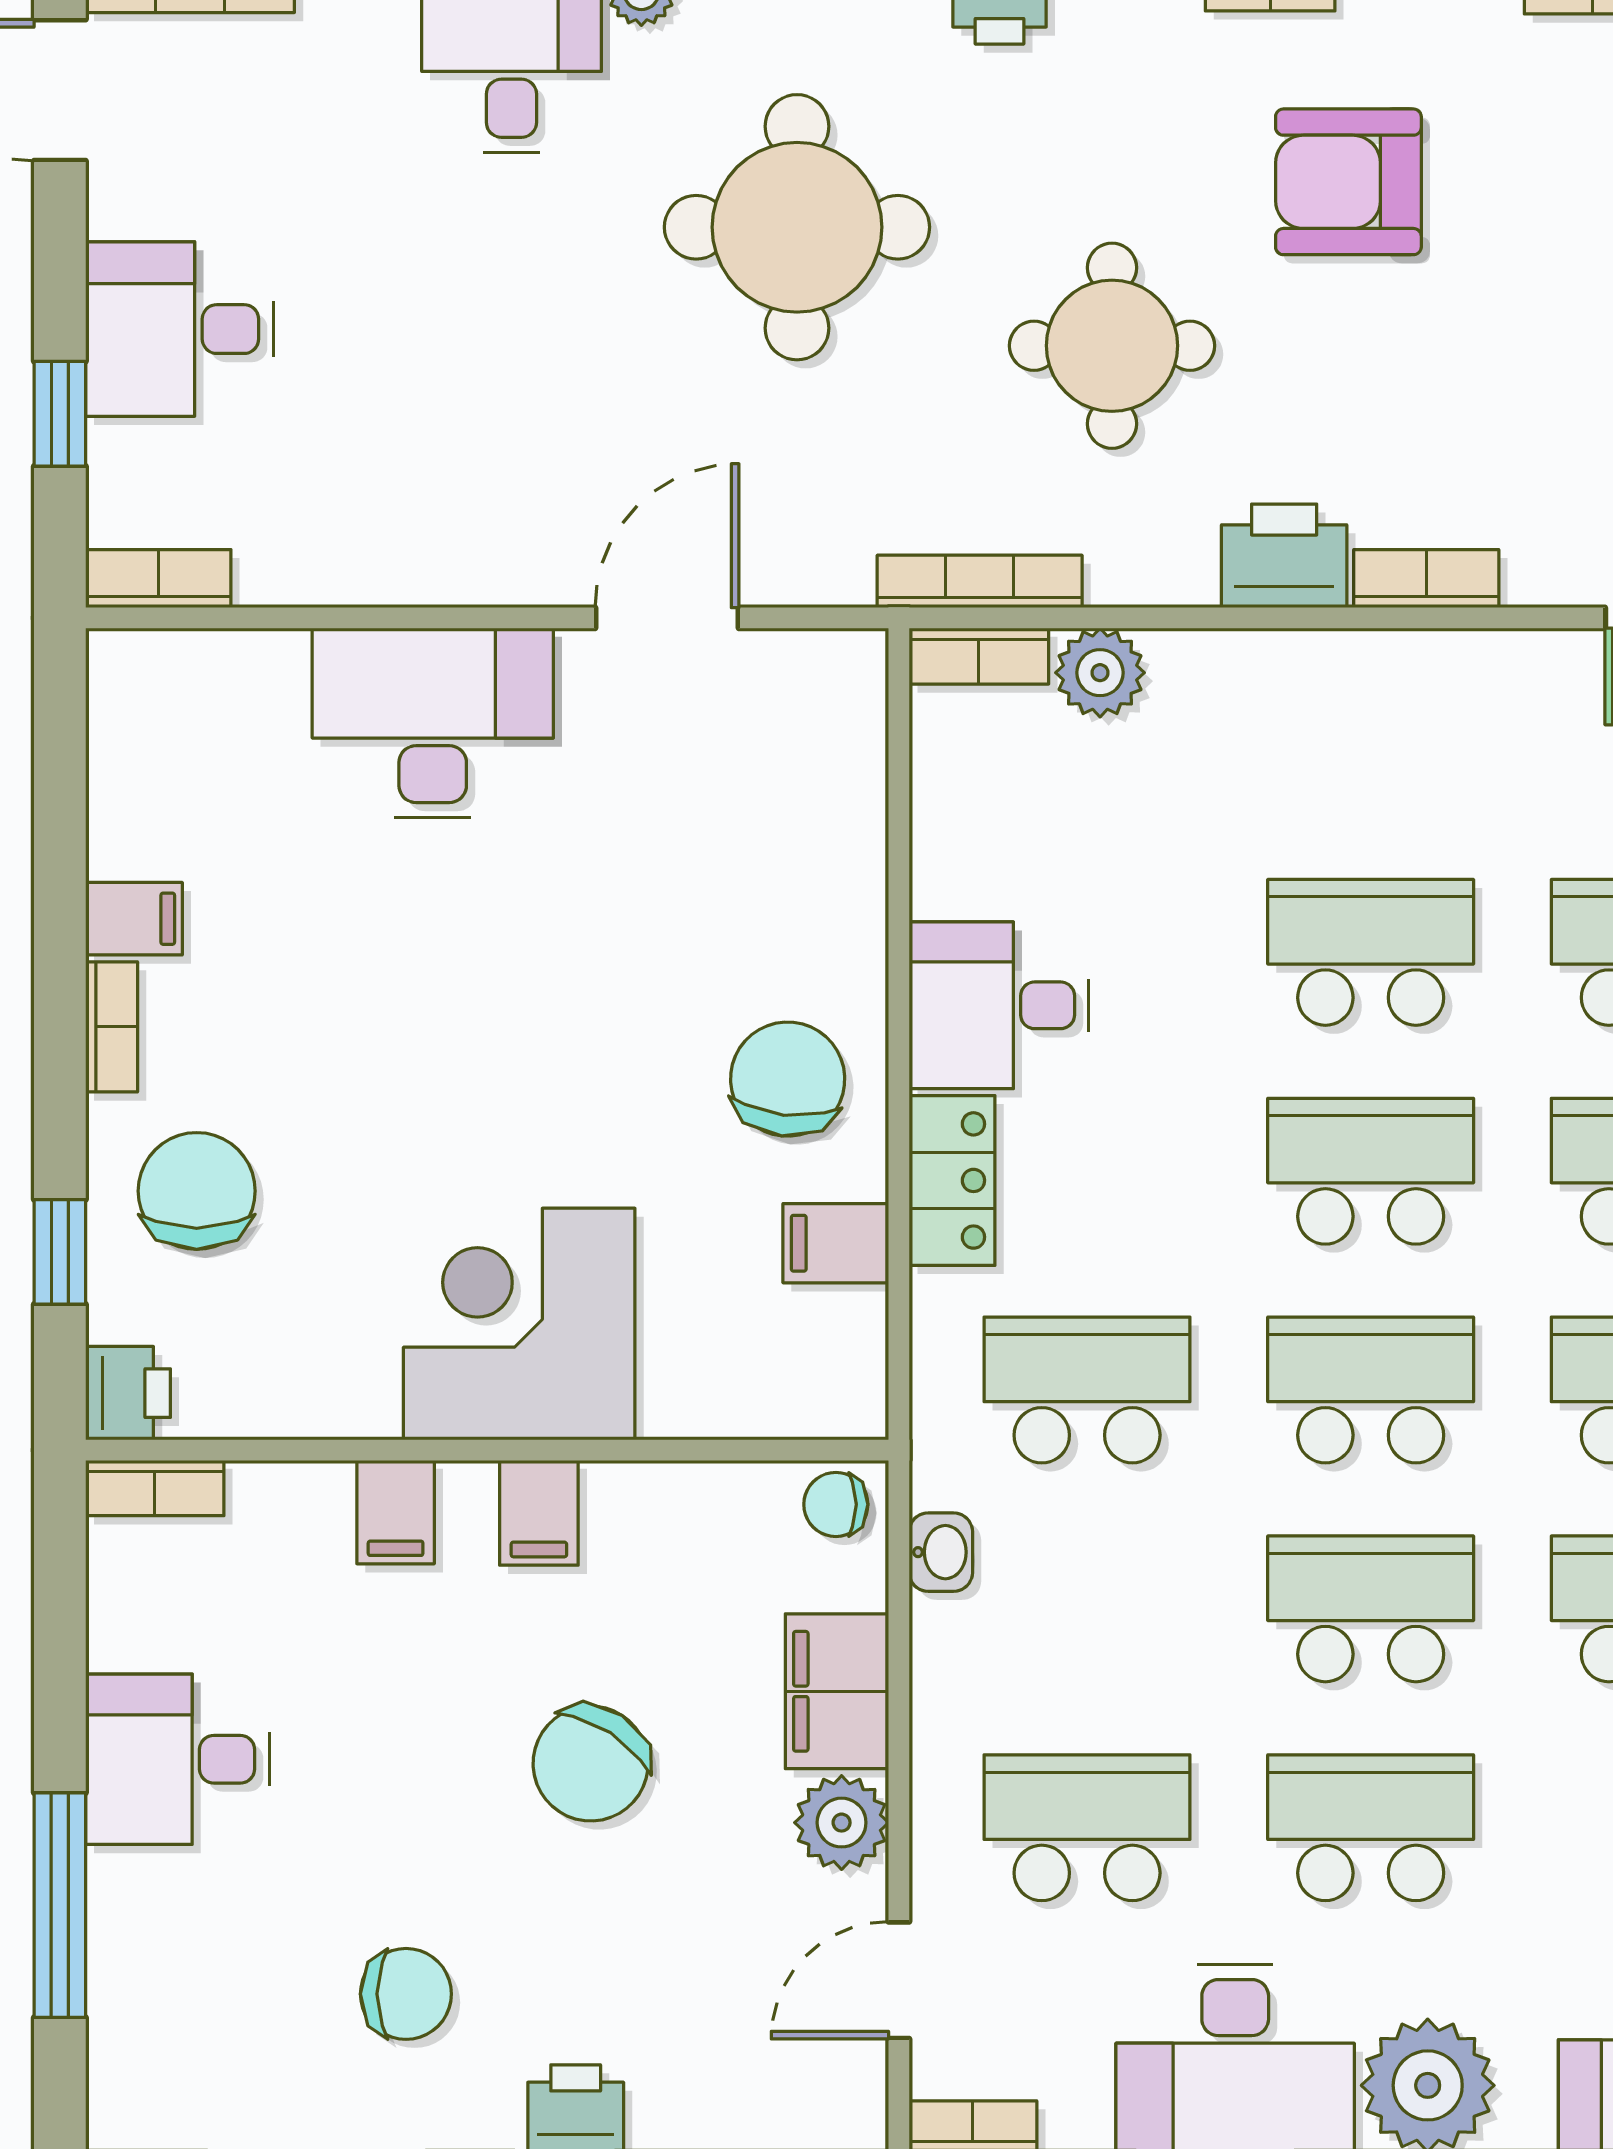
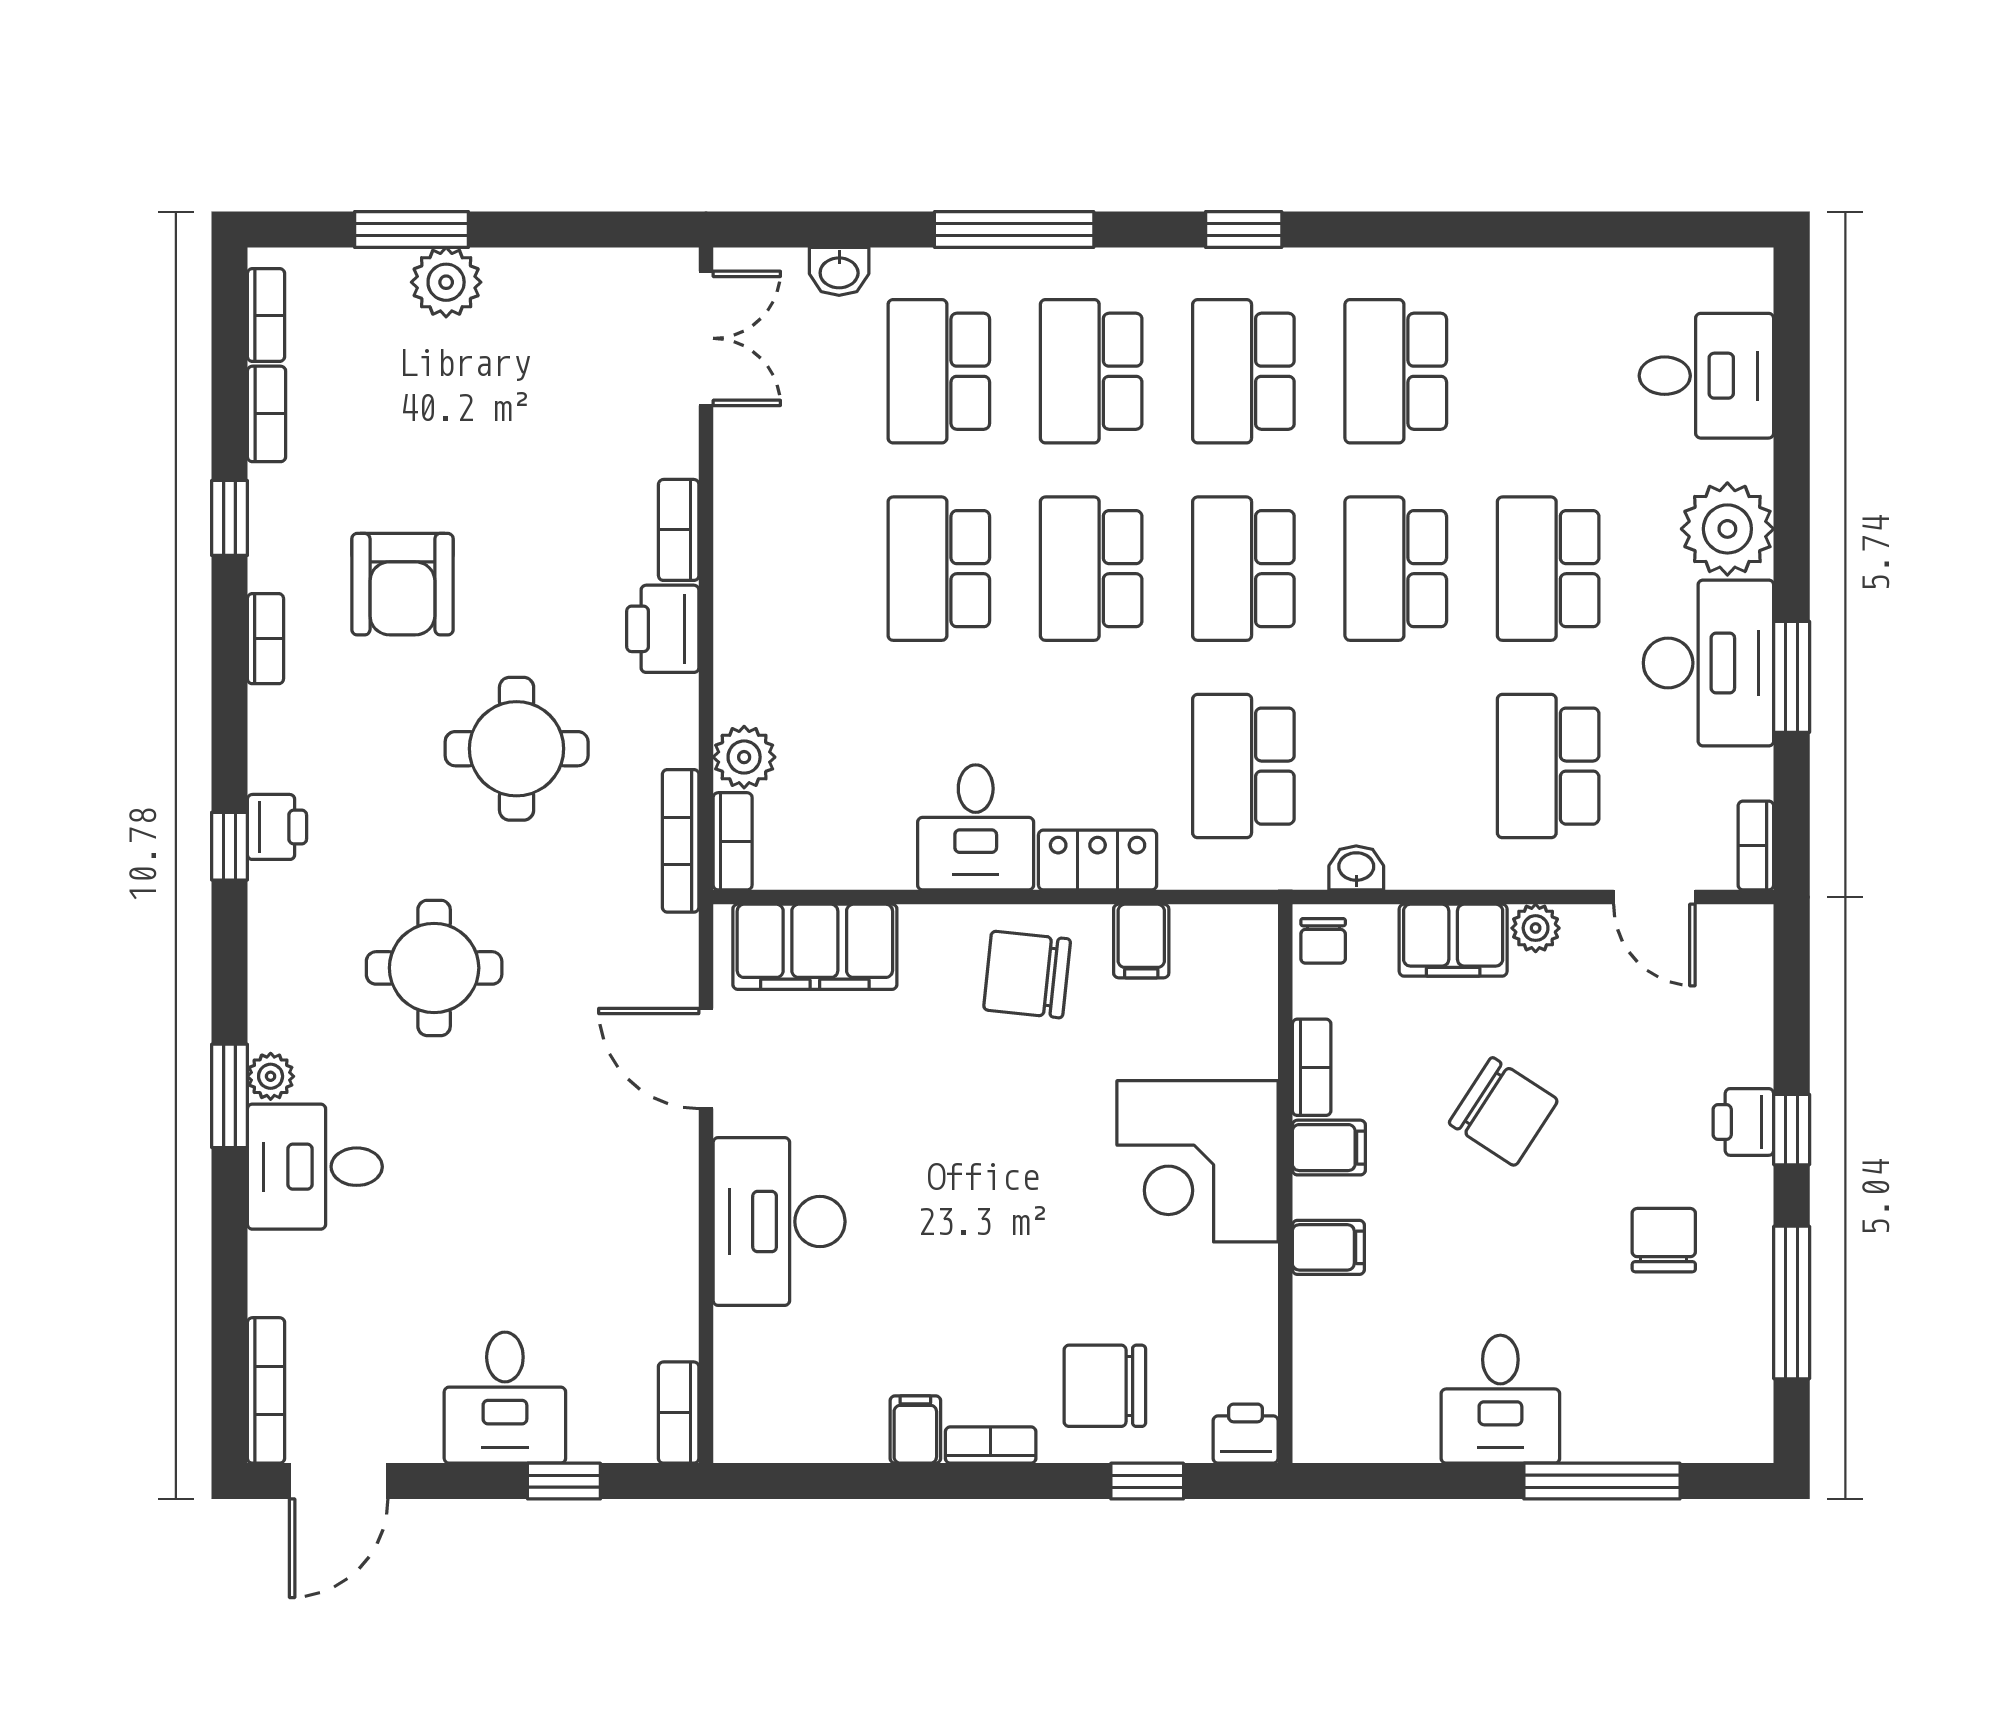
round table: (797, 227) -> (434, 968), width x0.73, depth x0.73
filing cabinet: (827, 774) -> (815, 947), added
bookcase: (155, 1488) -> (1312, 1067), moved
plant: (842, 1823) -> (1536, 928), width x0.73, depth x0.73

